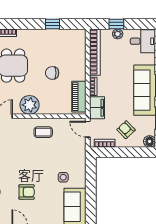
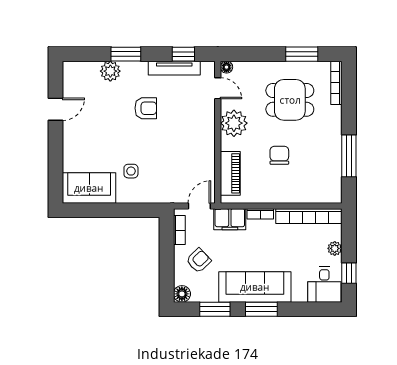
window: (53, 24) -> (349, 156), width x2.17
window: (116, 24) -> (349, 273), moved
piano: (79, 97) -> (230, 173), moved, turned 90
coffee table: (43, 132) -> (195, 143), removed
armchair: (27, 192) -> (146, 108), moved, turned -90

